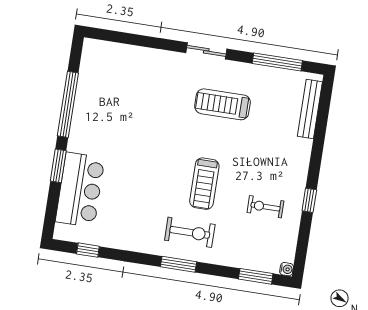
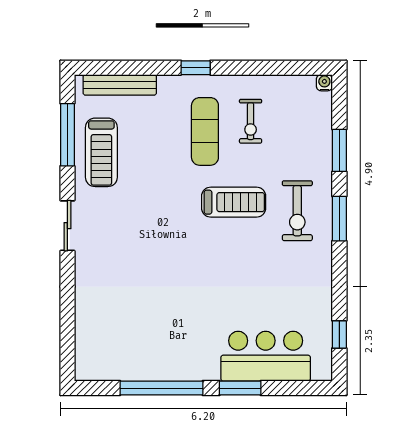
treadmill: (222, 104) -> (101, 152), moved
exercise mat: (263, 170) -> (205, 131), added
window: (309, 200) -> (196, 68), moved
exercise bike: (190, 232) -> (297, 211), turned 180
window: (256, 276) -> (339, 150), moved

